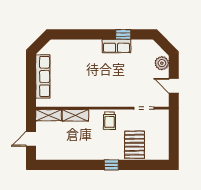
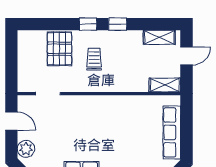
shelving: (75, 115) -> (159, 37), moved
trolley: (110, 121) -> (94, 59), moved
window: (87, 165) -> (118, 24), added

